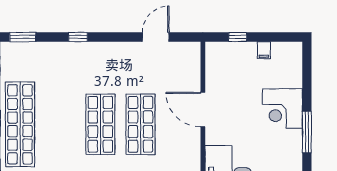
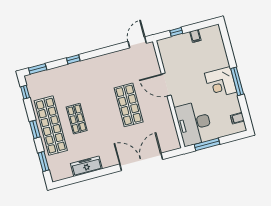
door: (156, 37) -> (137, 42), moved
corner desk: (282, 109) -> (221, 83), moved
shop shelf: (100, 124) -> (77, 119), moved, width x0.70, depth x0.74

